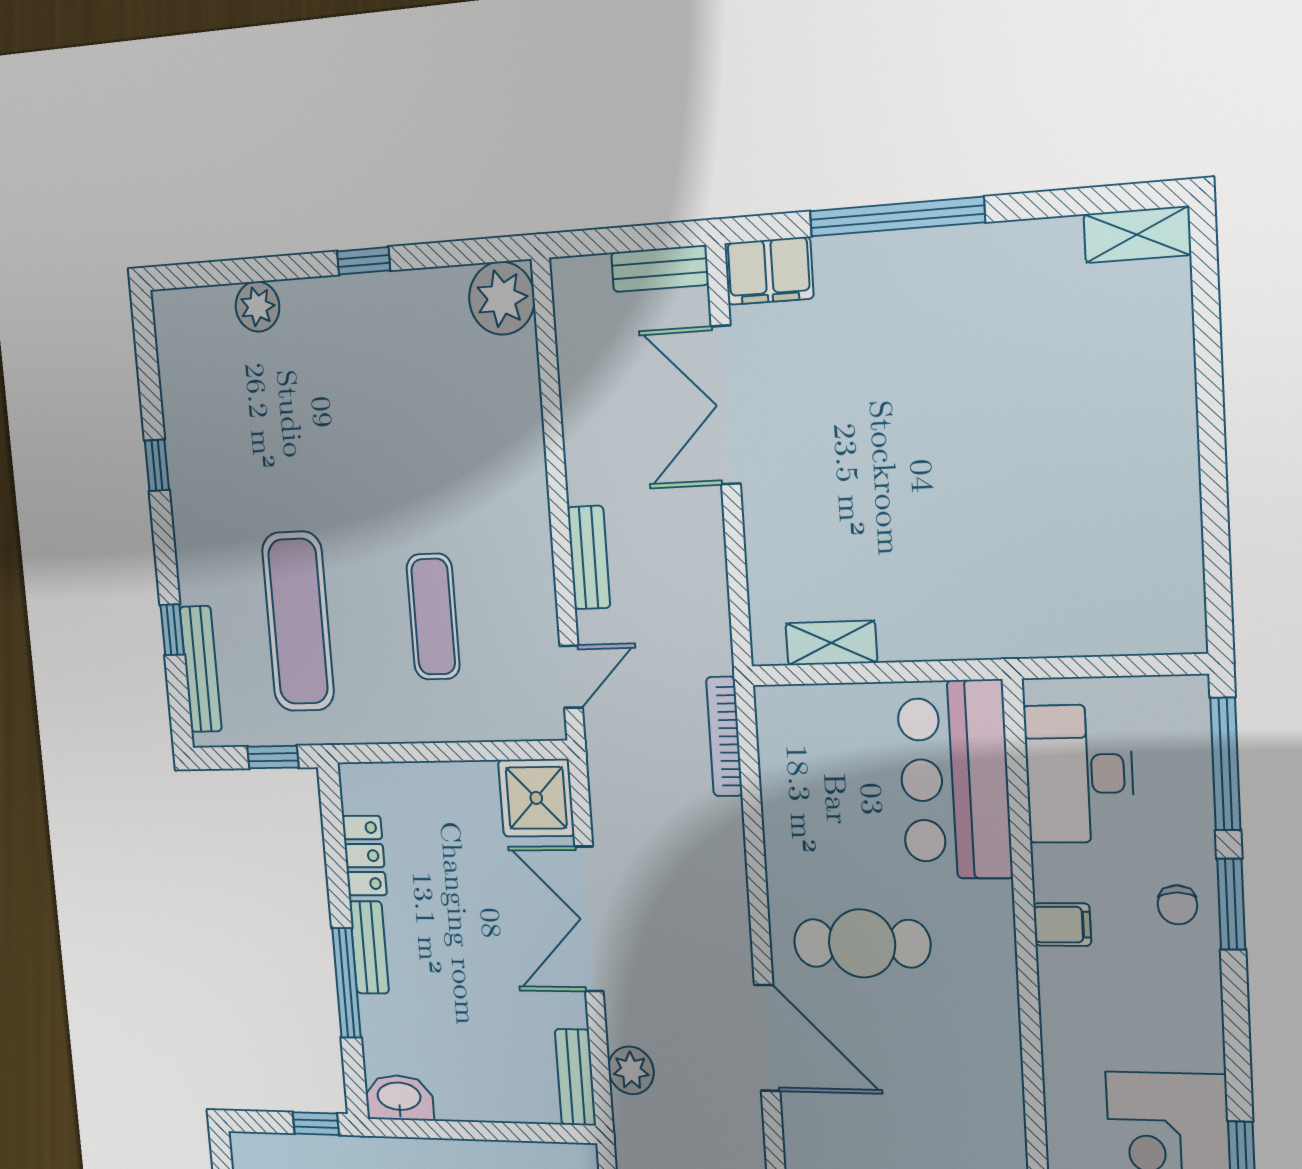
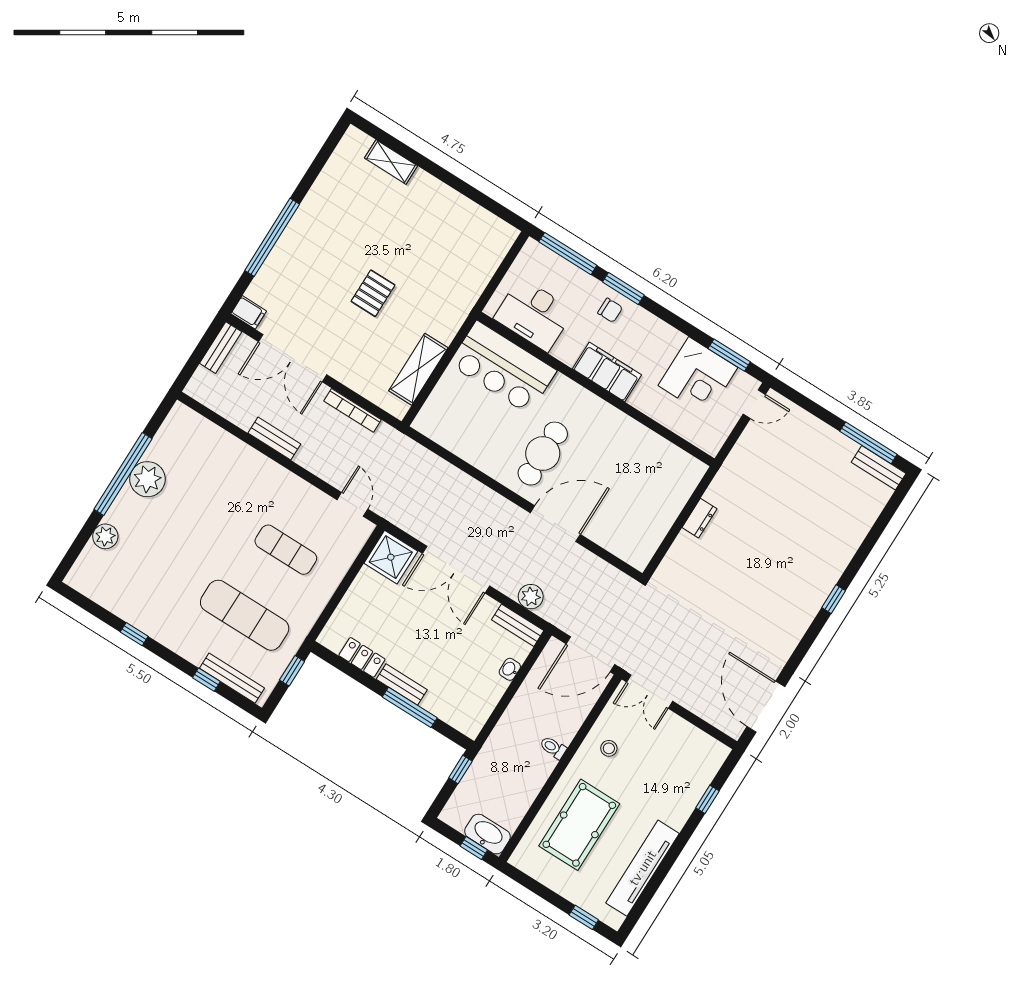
shelving: (1137, 235) -> (391, 162), moved, turned 90
window: (364, 261) -> (123, 474), width x3.17
filing cabinet: (769, 271) -> (249, 312), width x0.50
plant: (502, 298) -> (147, 479), moved
pallet: (924, 465) -> (373, 293), added
bench: (589, 558) -> (274, 438), moved
shelving: (831, 643) -> (418, 369), width x1.50, depth x1.33
bookcase: (724, 737) -> (353, 410), moved
filing cabinet: (1062, 925) -> (607, 372), width x3.00, depth x1.17
washbasin: (399, 1098) -> (510, 669), moved, width x0.52, depth x0.69

